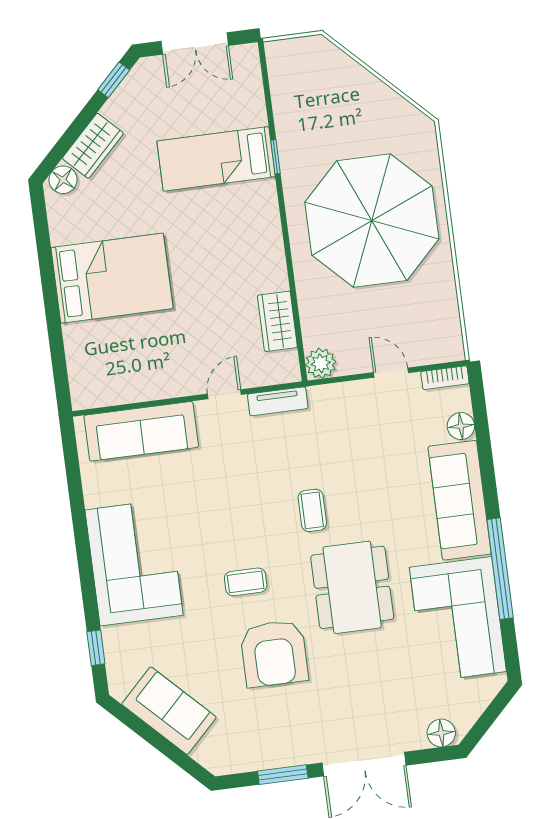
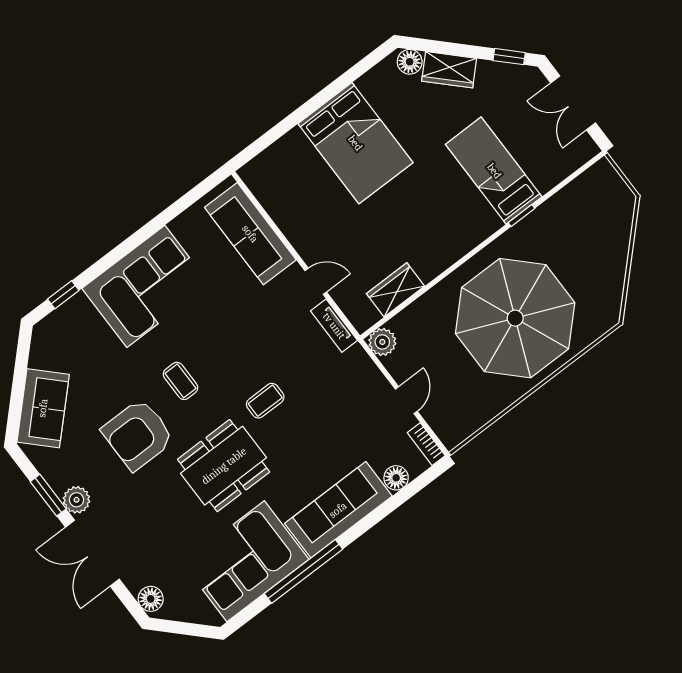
sofa: (169, 711) -> (43, 408), moved
plant: (303, 750) -> (77, 500), added

